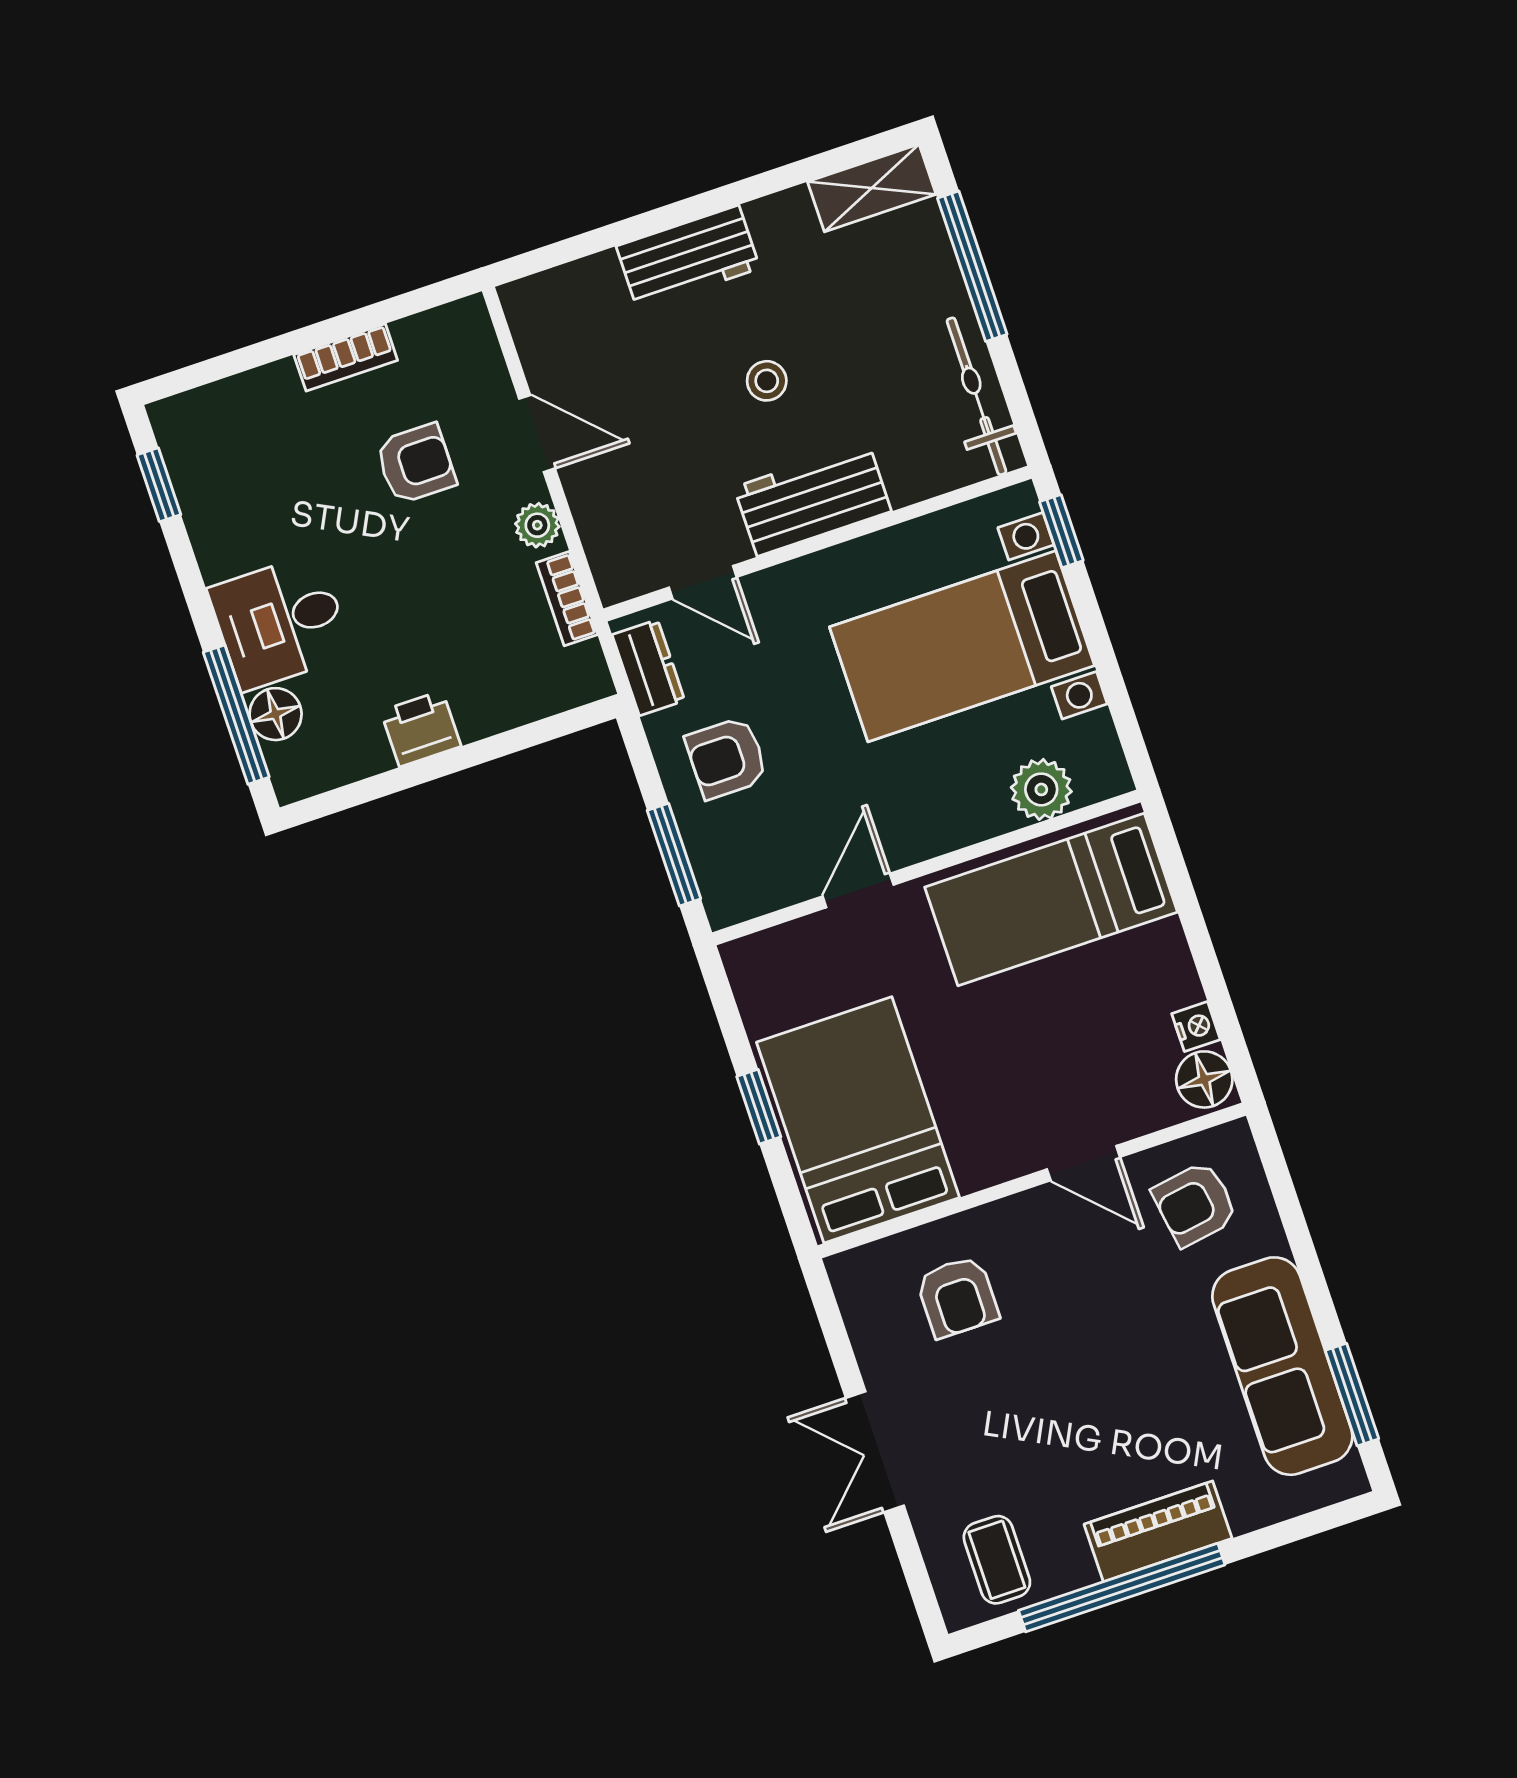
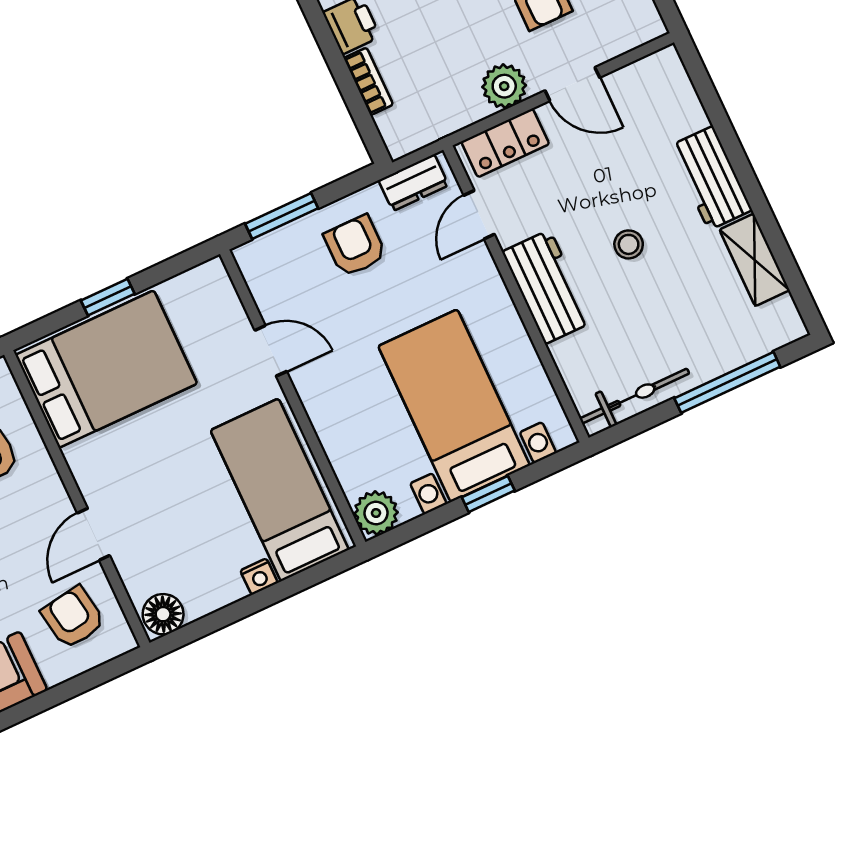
shelving: (872, 188) -> (755, 260), moved
door: (537, 434) -> (572, 84), hinge flipped
plant: (537, 525) -> (504, 86), width x1.38, depth x1.38
window: (1061, 531) -> (488, 494), moved
locker: (608, 535) -> (505, 143), added
bookcase: (567, 599) -> (368, 81), moved, turned 90
plant: (1041, 789) -> (376, 513), moved
nightstand: (1196, 1027) -> (259, 577), moved

